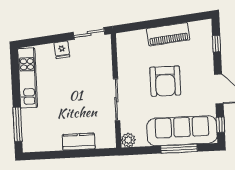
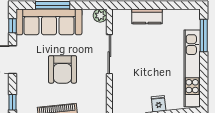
kitchen unit: (28, 78) -> (192, 68), width x1.36
armchair: (165, 81) -> (62, 69), turned 180

